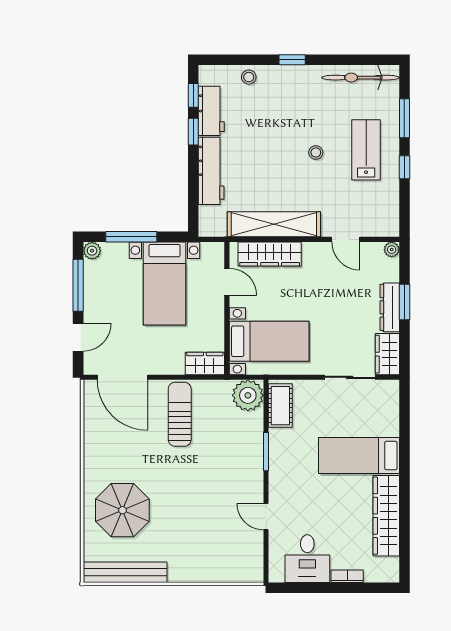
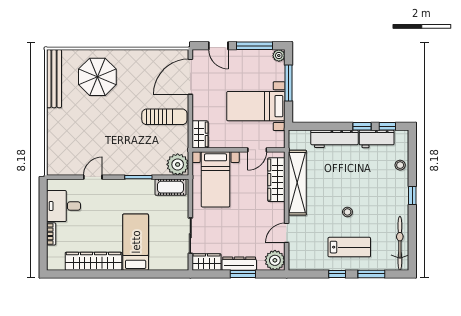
plant: (392, 250) -> (275, 260), width x1.88, depth x1.88

